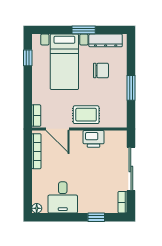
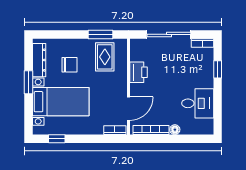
chair: (101, 70) -> (69, 65), turned 90
window: (131, 88) -> (100, 34), moved
rug: (86, 115) -> (105, 57), moved
floor lamp: (37, 208) -> (175, 130), moved

